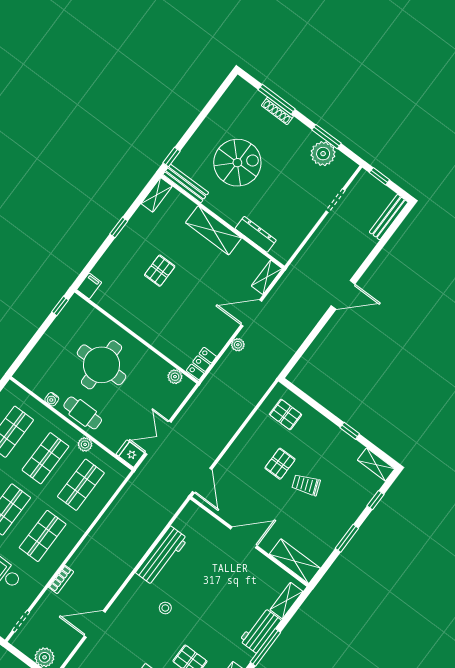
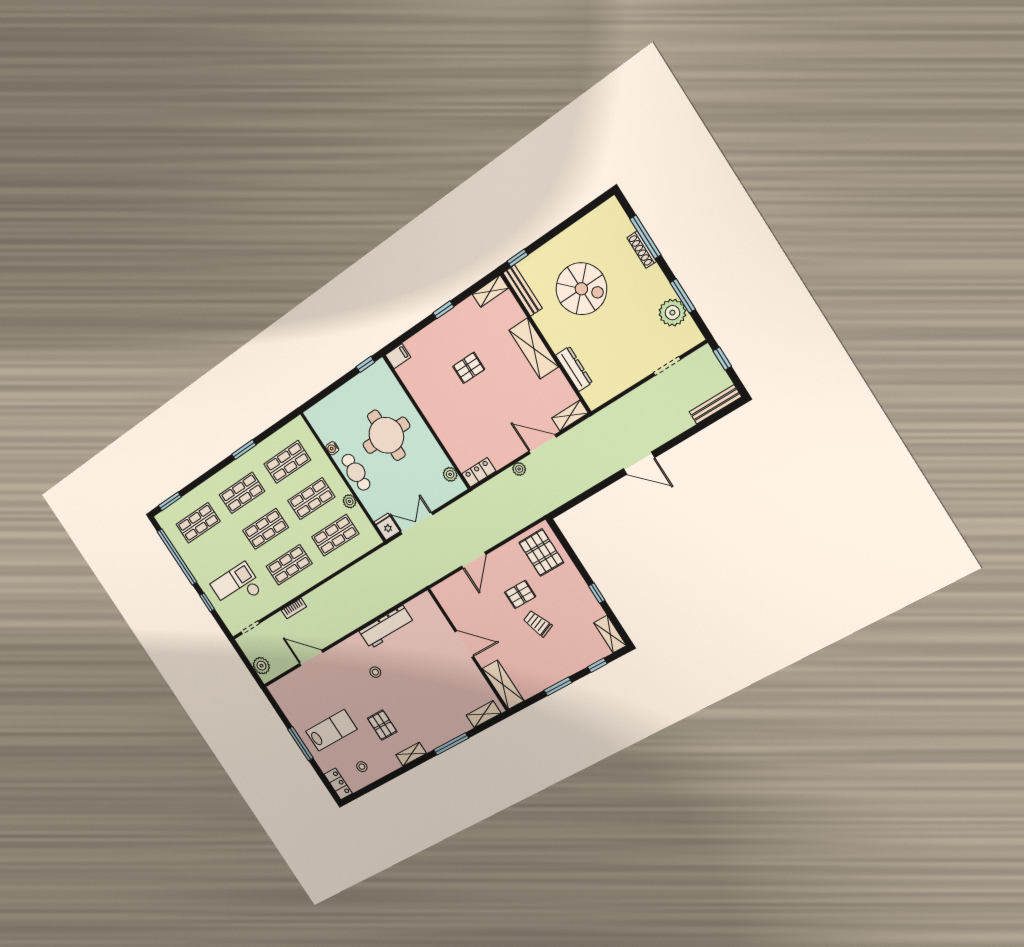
pallet: (286, 415) -> (541, 552), width x1.50, depth x1.42
door: (202, 481) -> (474, 560), moved
workbench: (260, 630) -> (452, 728), removed

